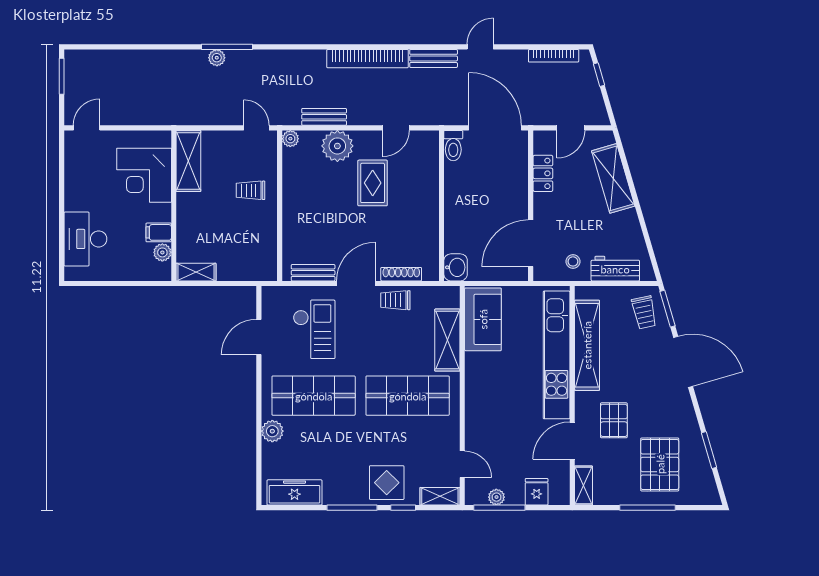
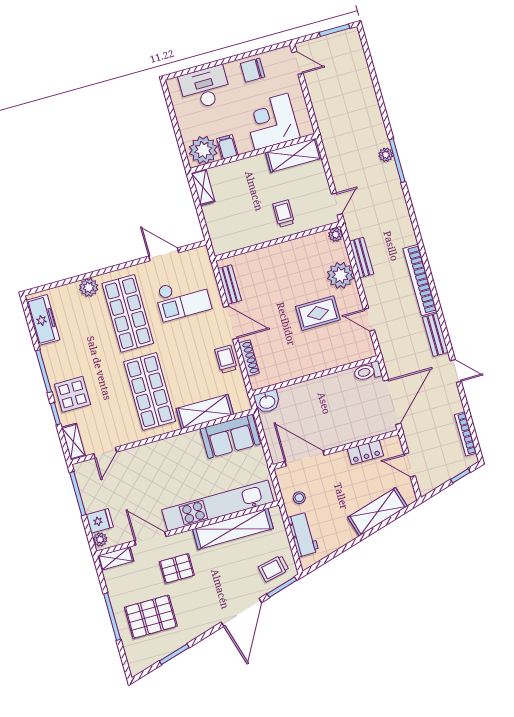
chair: (81, 180) -> (253, 70), added
plant: (162, 252) -> (203, 150), width x1.88, depth x1.88
plant: (496, 497) -> (100, 540), moved

